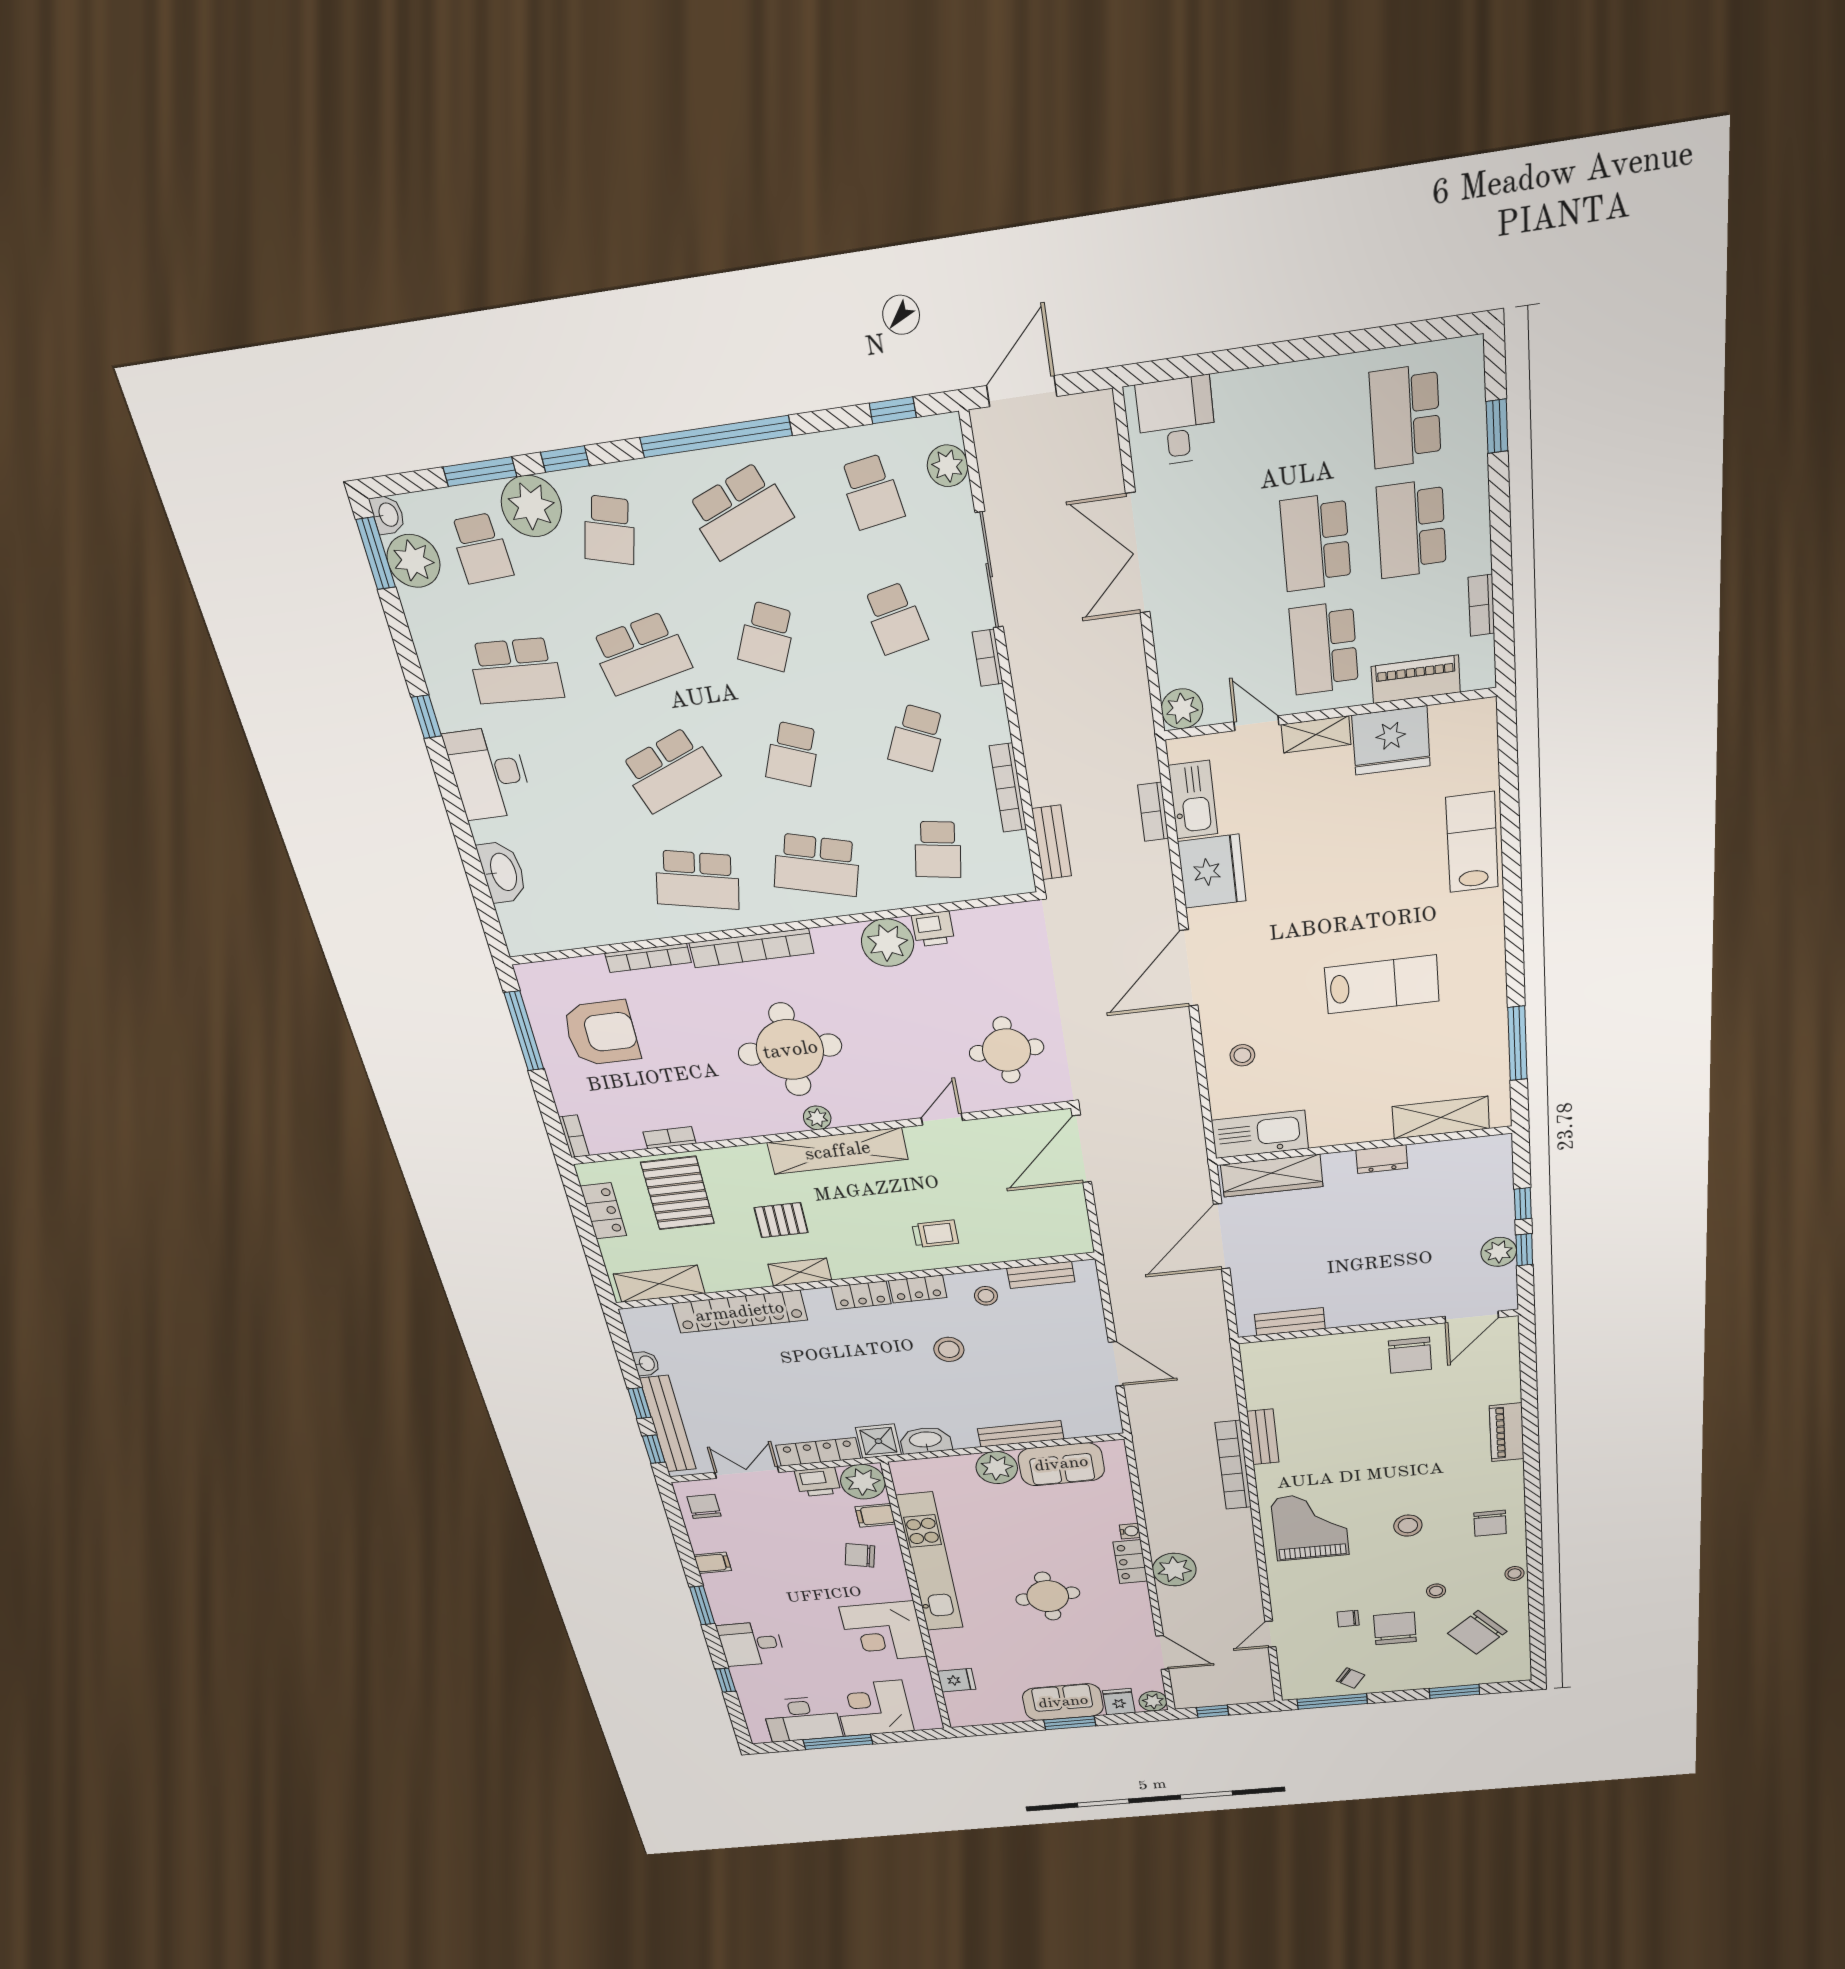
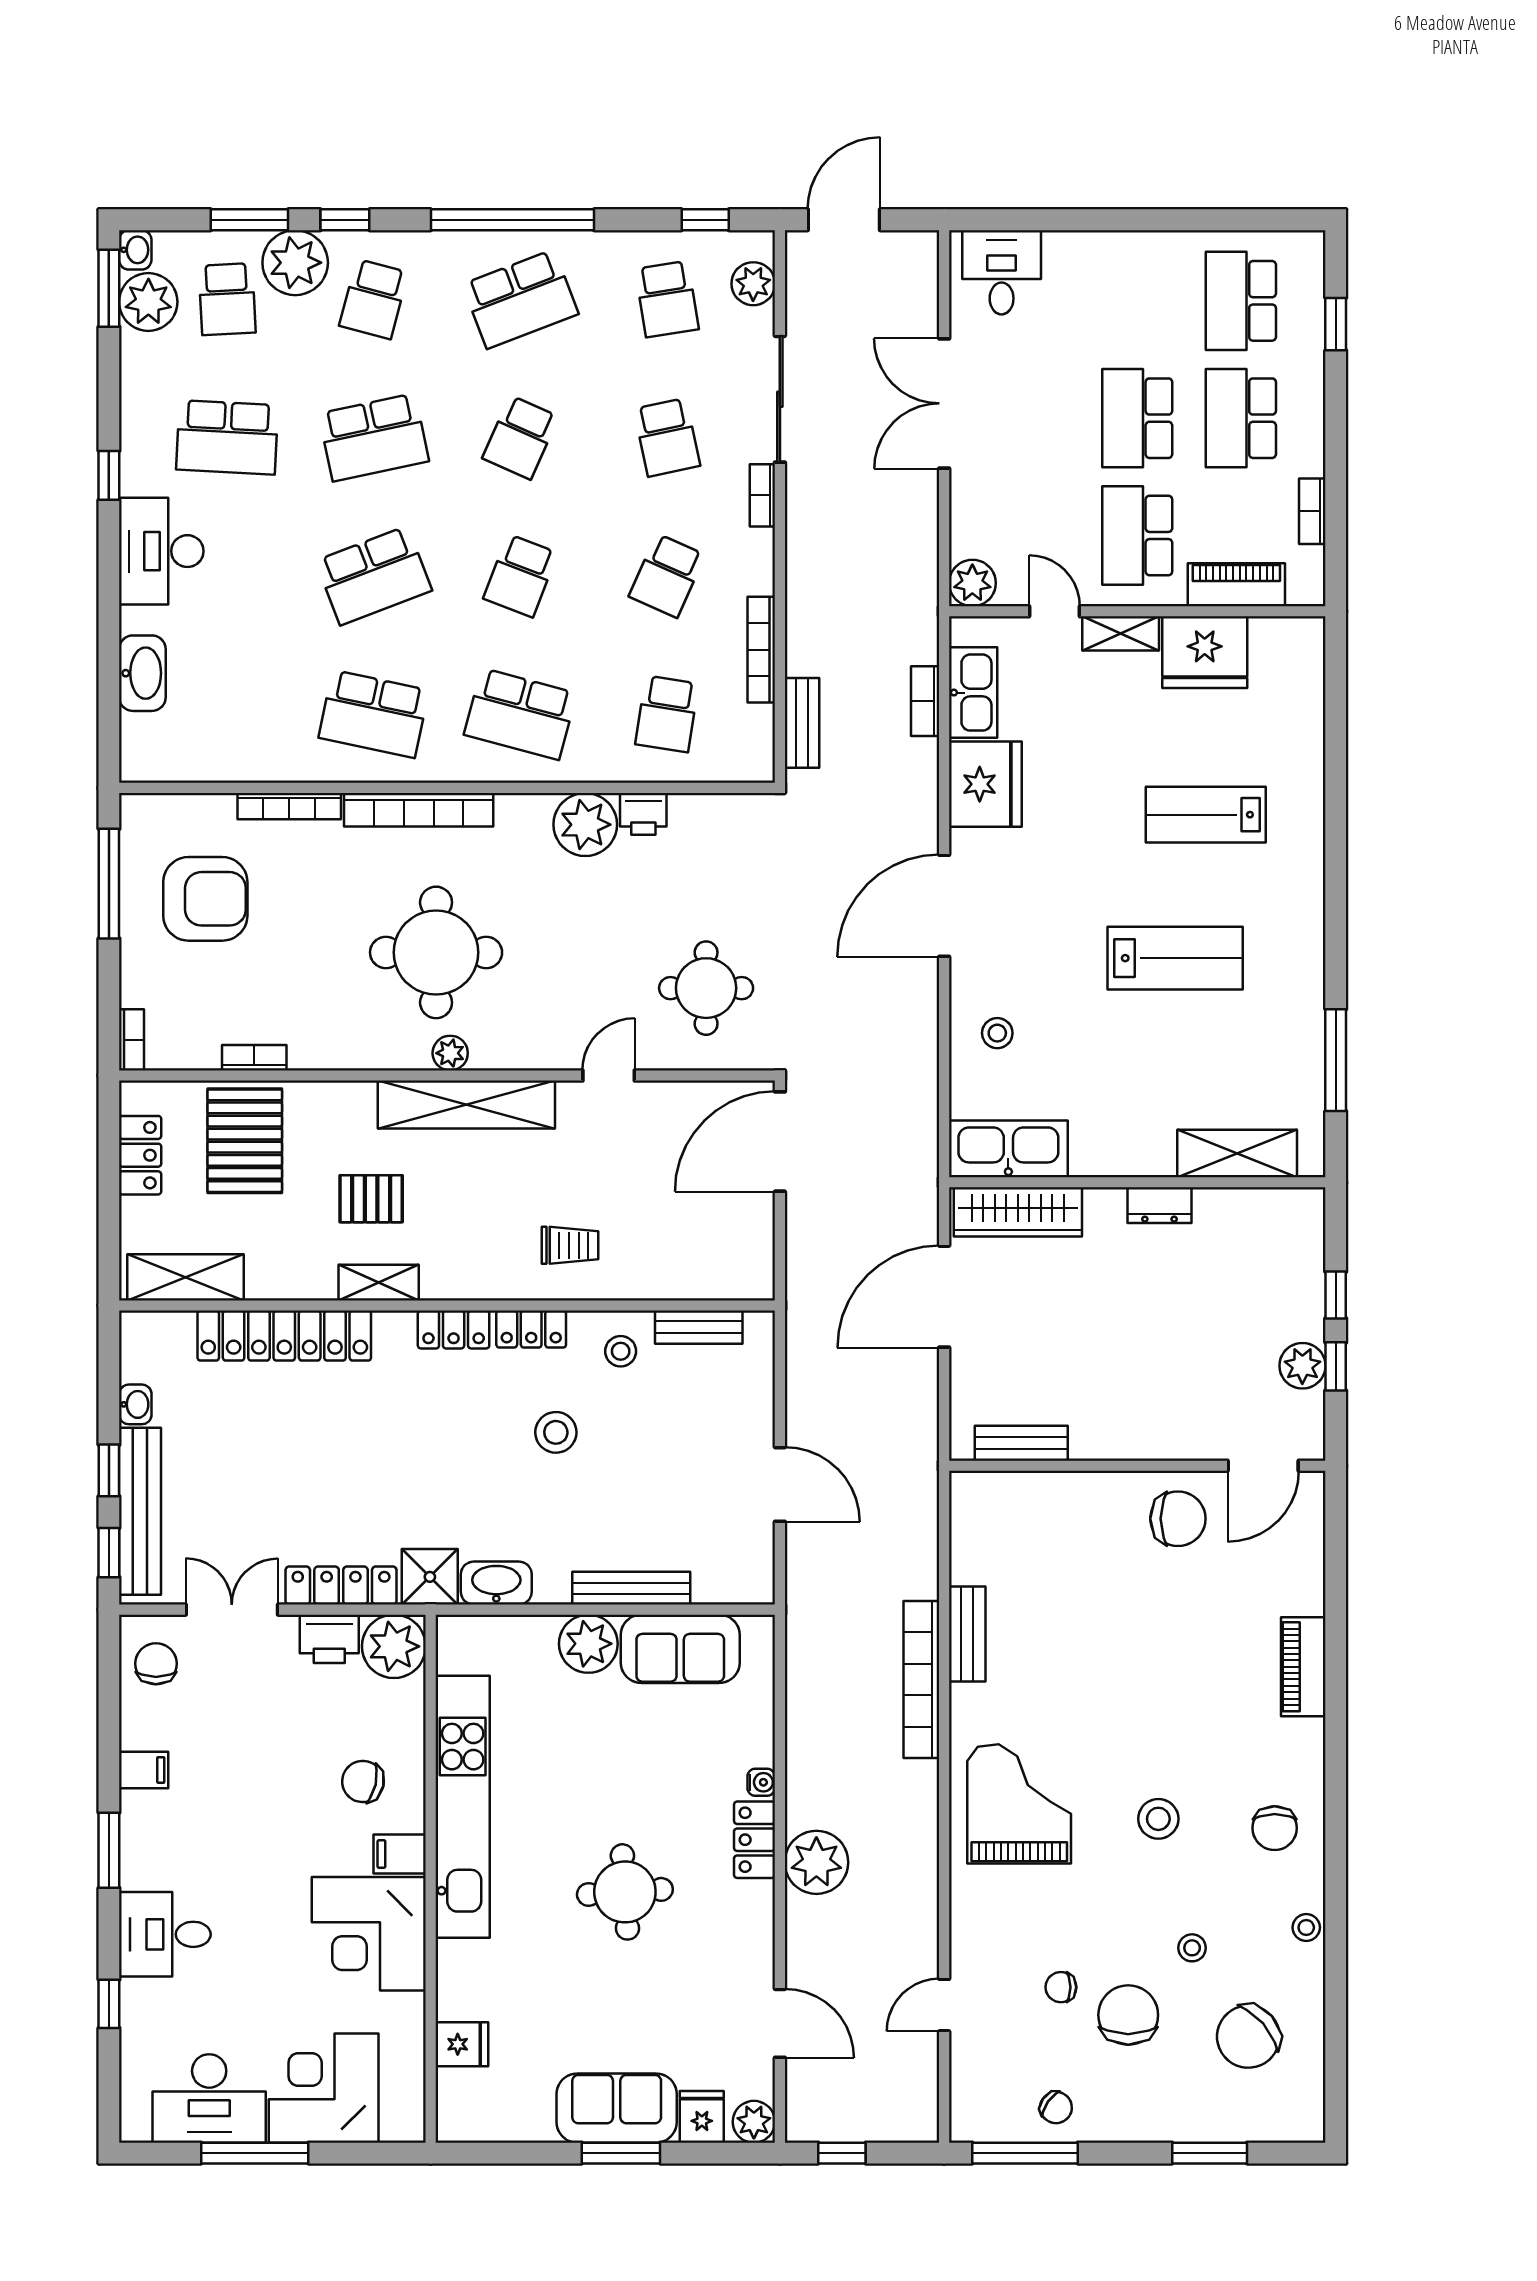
lab bench: (1472, 842) -> (1206, 815), moved, turned -90
chair: (1410, 1355) -> (1178, 1519), turned -90
filing cabinet: (875, 1515) -> (400, 1854), moved

